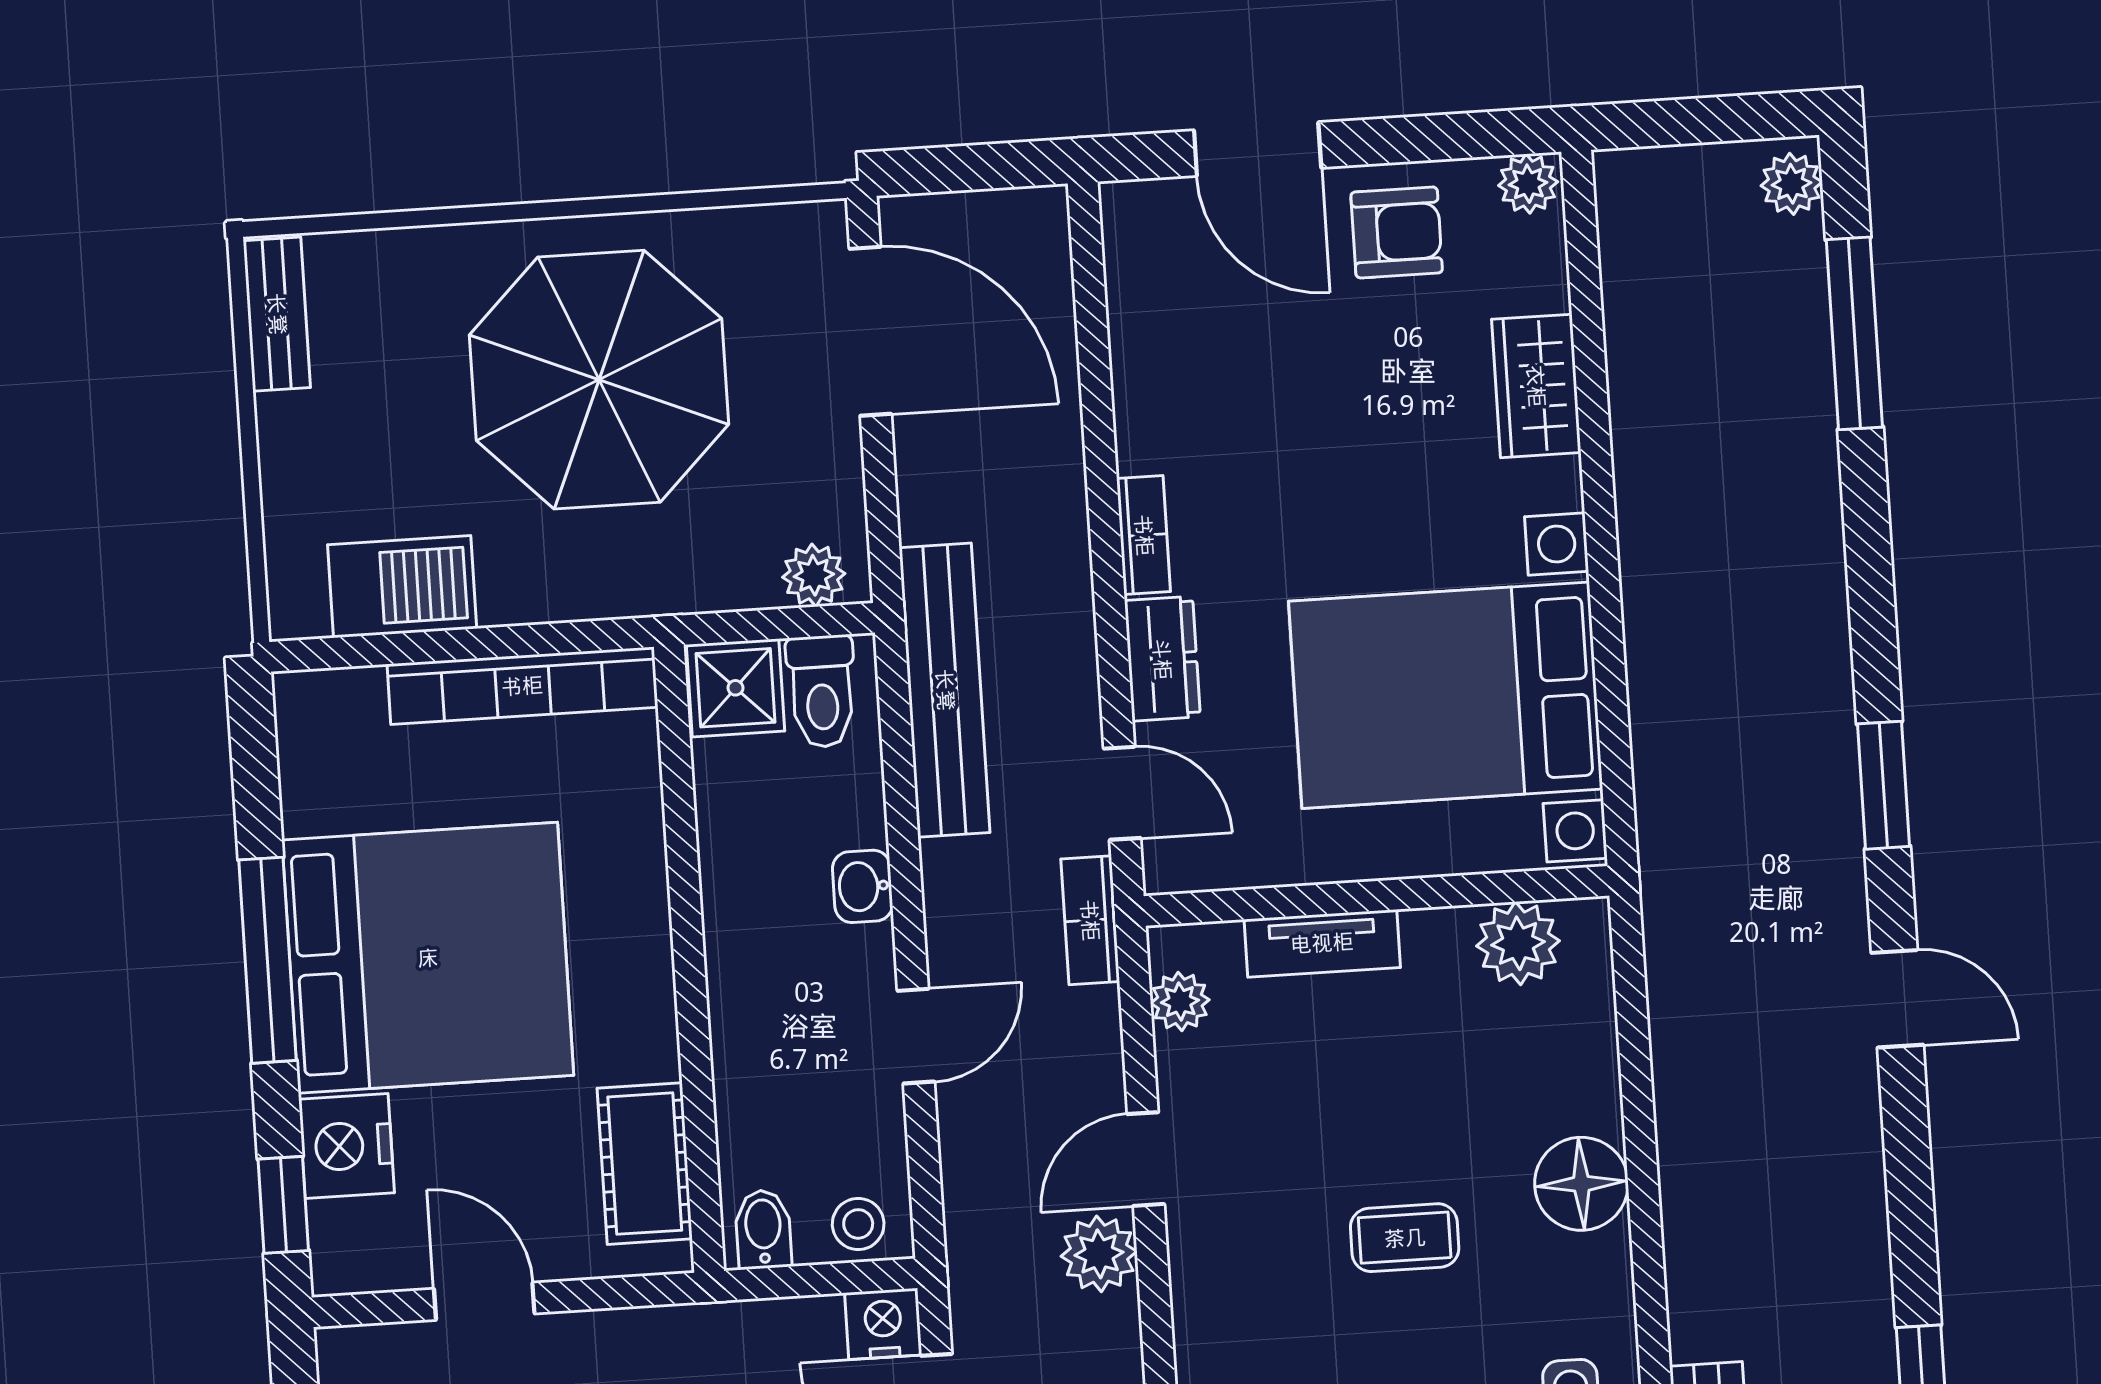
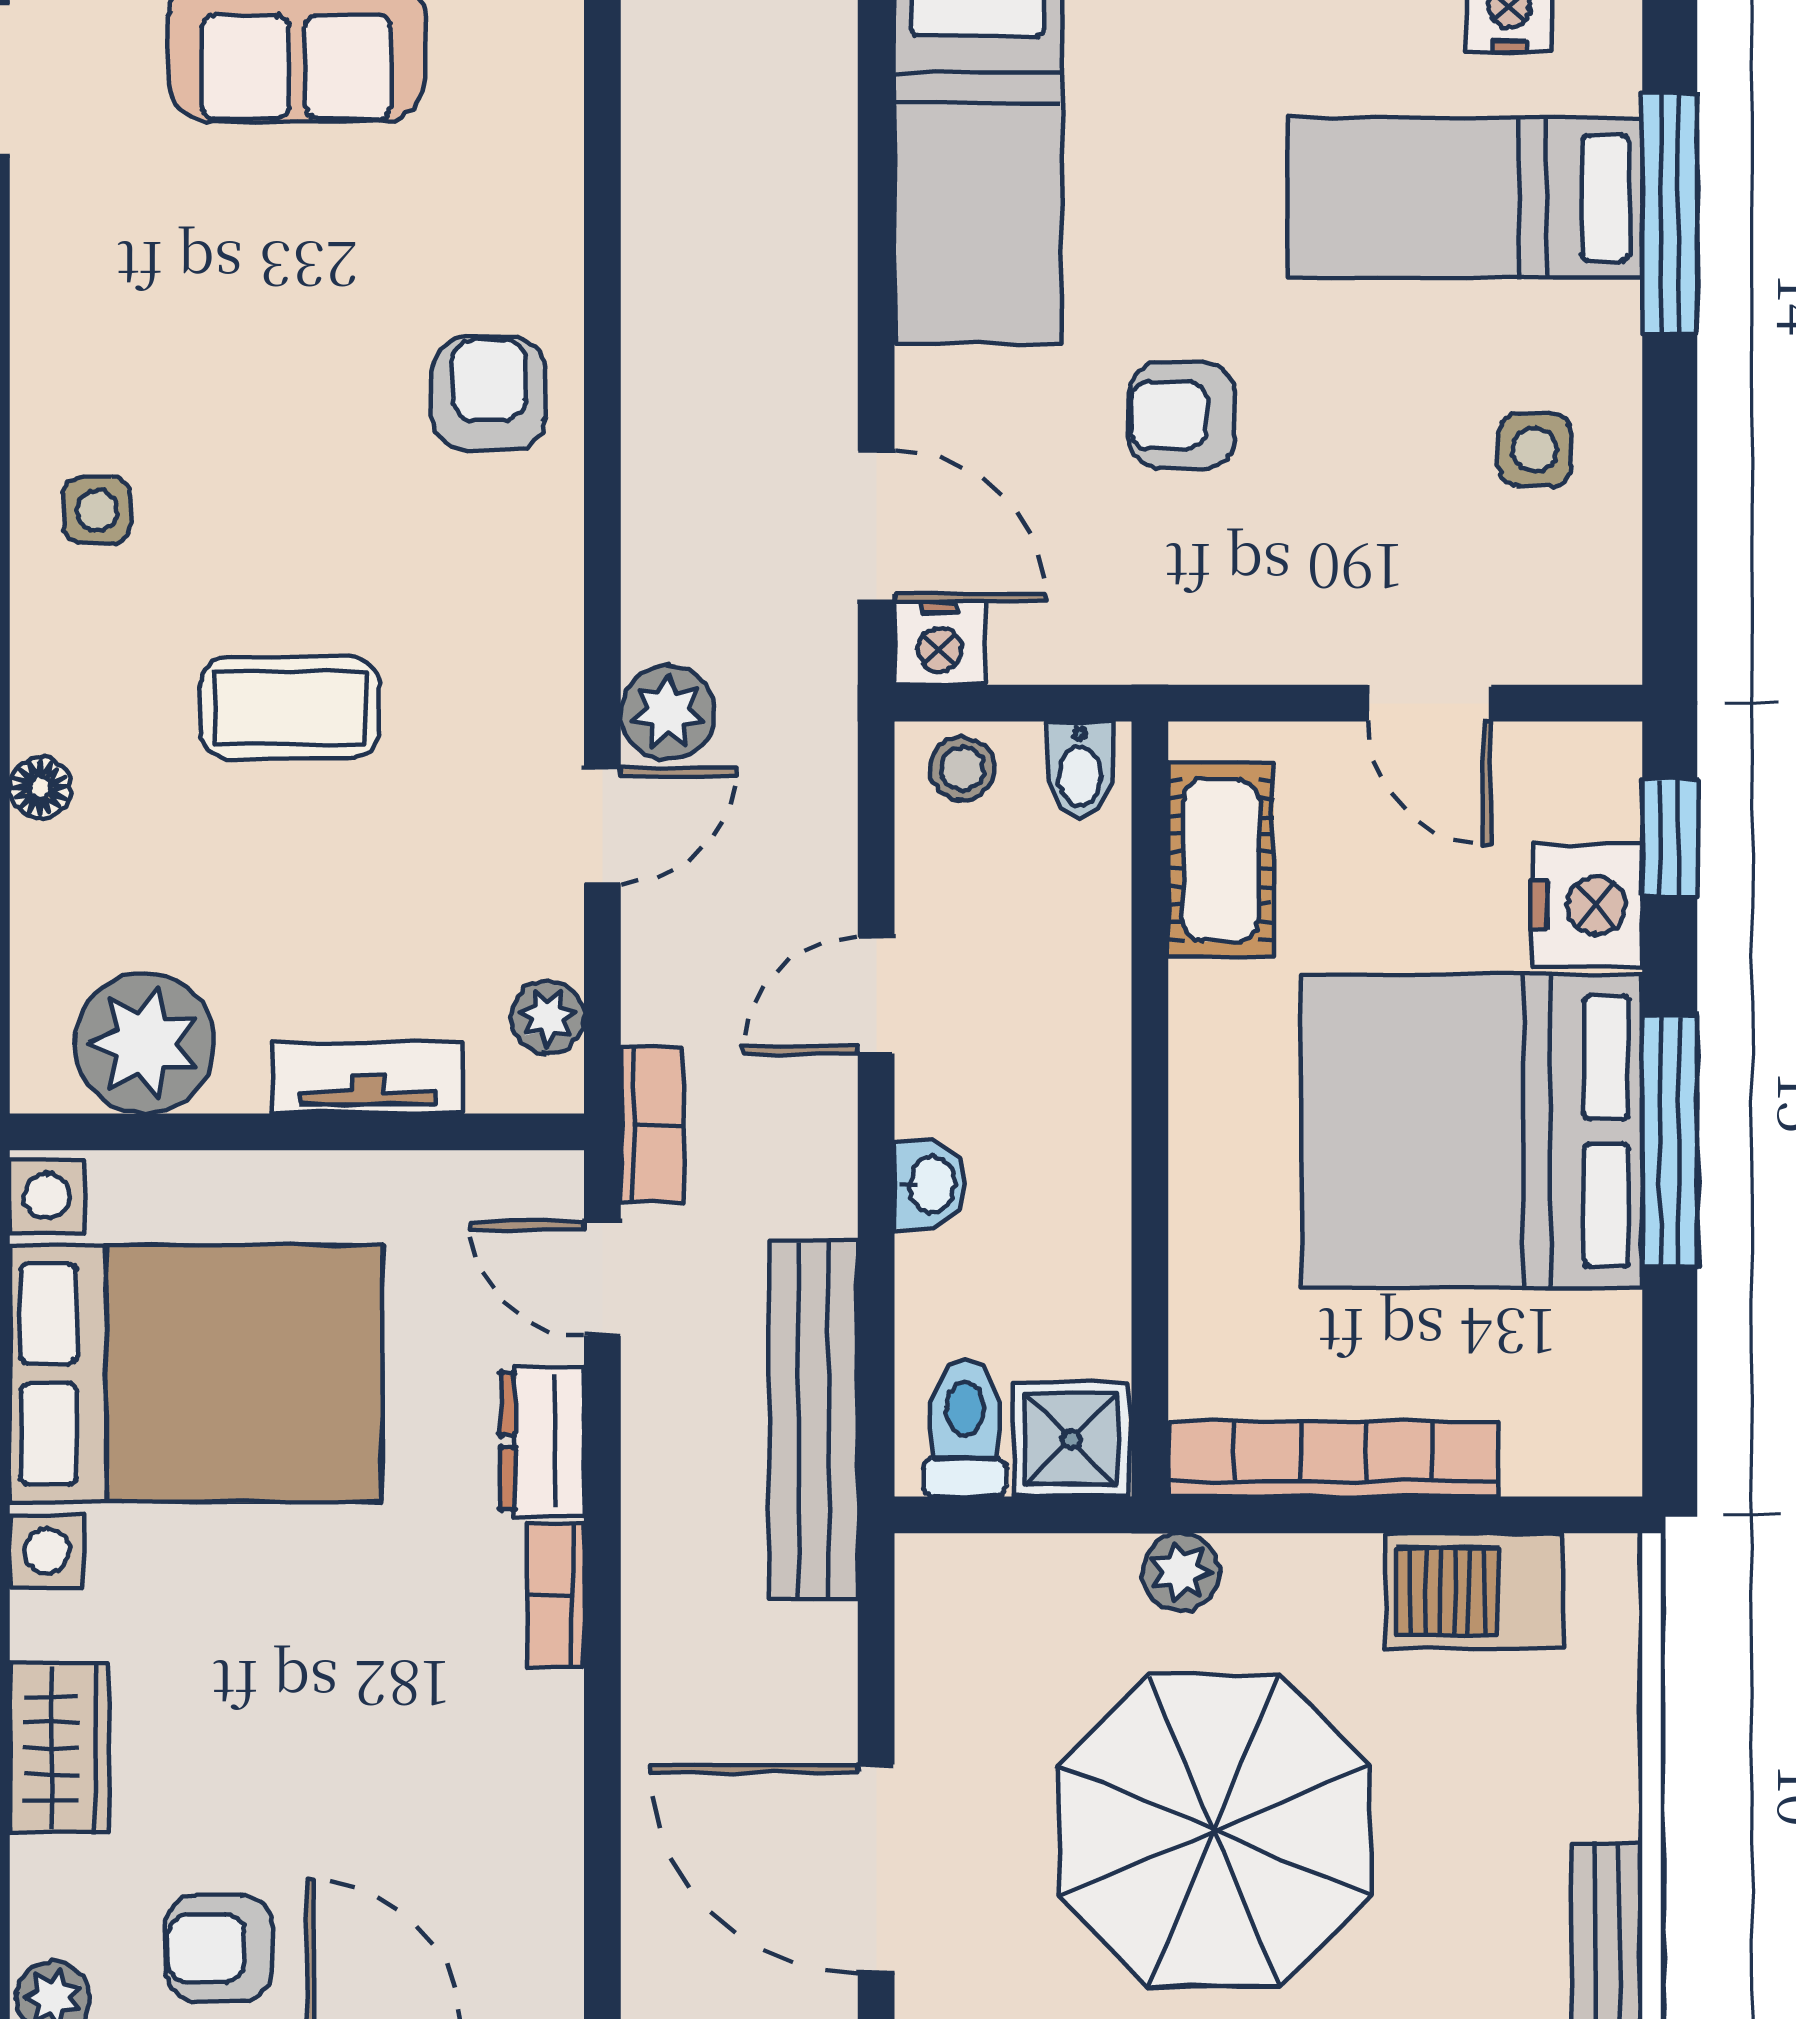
plant: (814, 575) -> (1181, 1572), moved
plant: (1518, 943) -> (145, 1043), width x1.36, depth x1.36
floor lamp: (1581, 1184) -> (40, 788), width x0.53, depth x0.53
coffee table: (1405, 1238) -> (290, 708), width x1.36, depth x1.30

